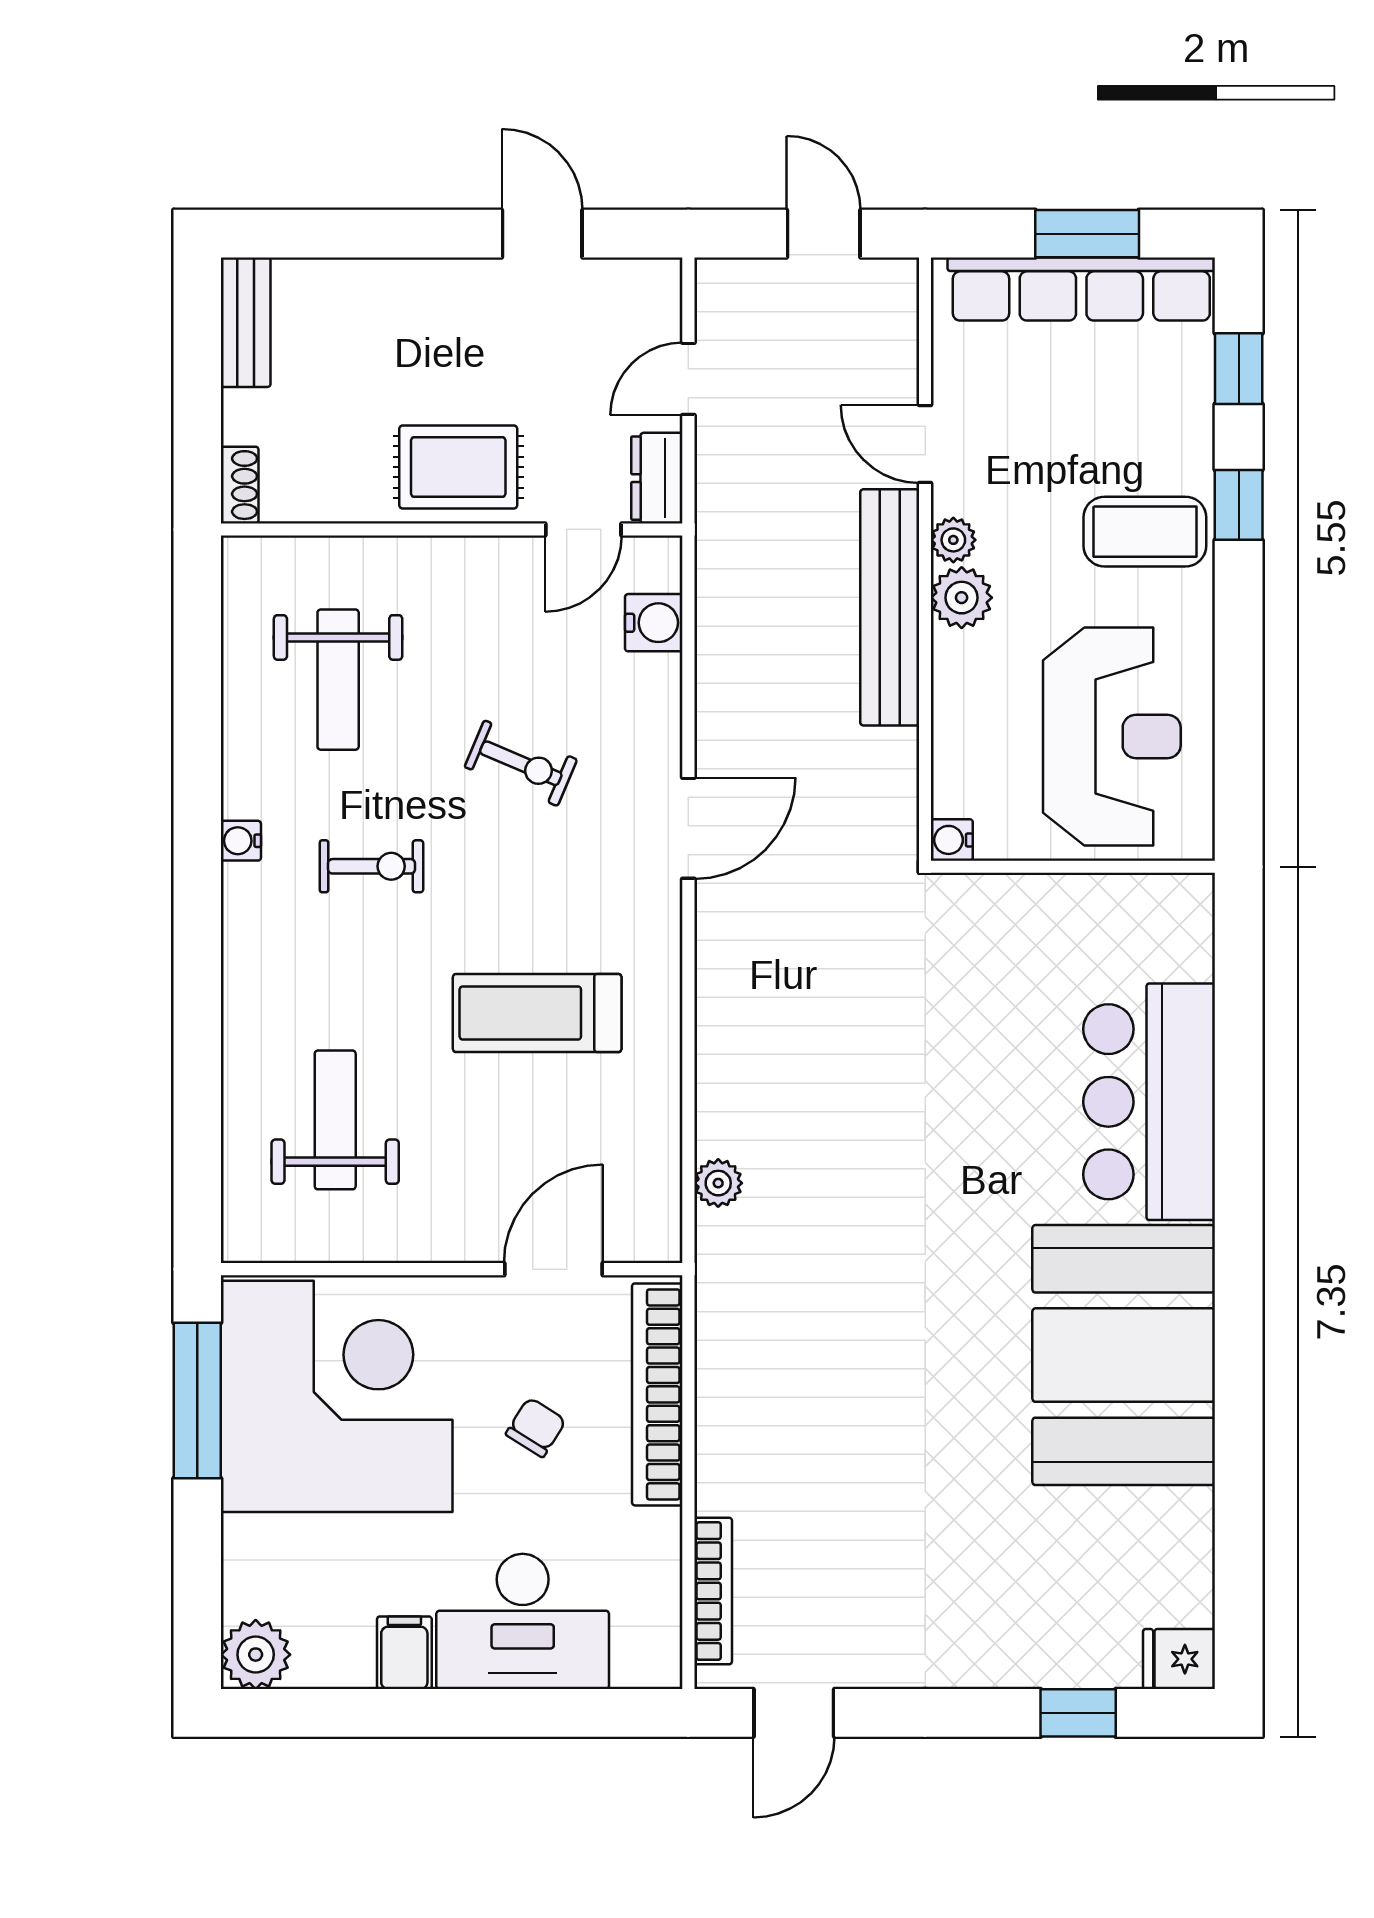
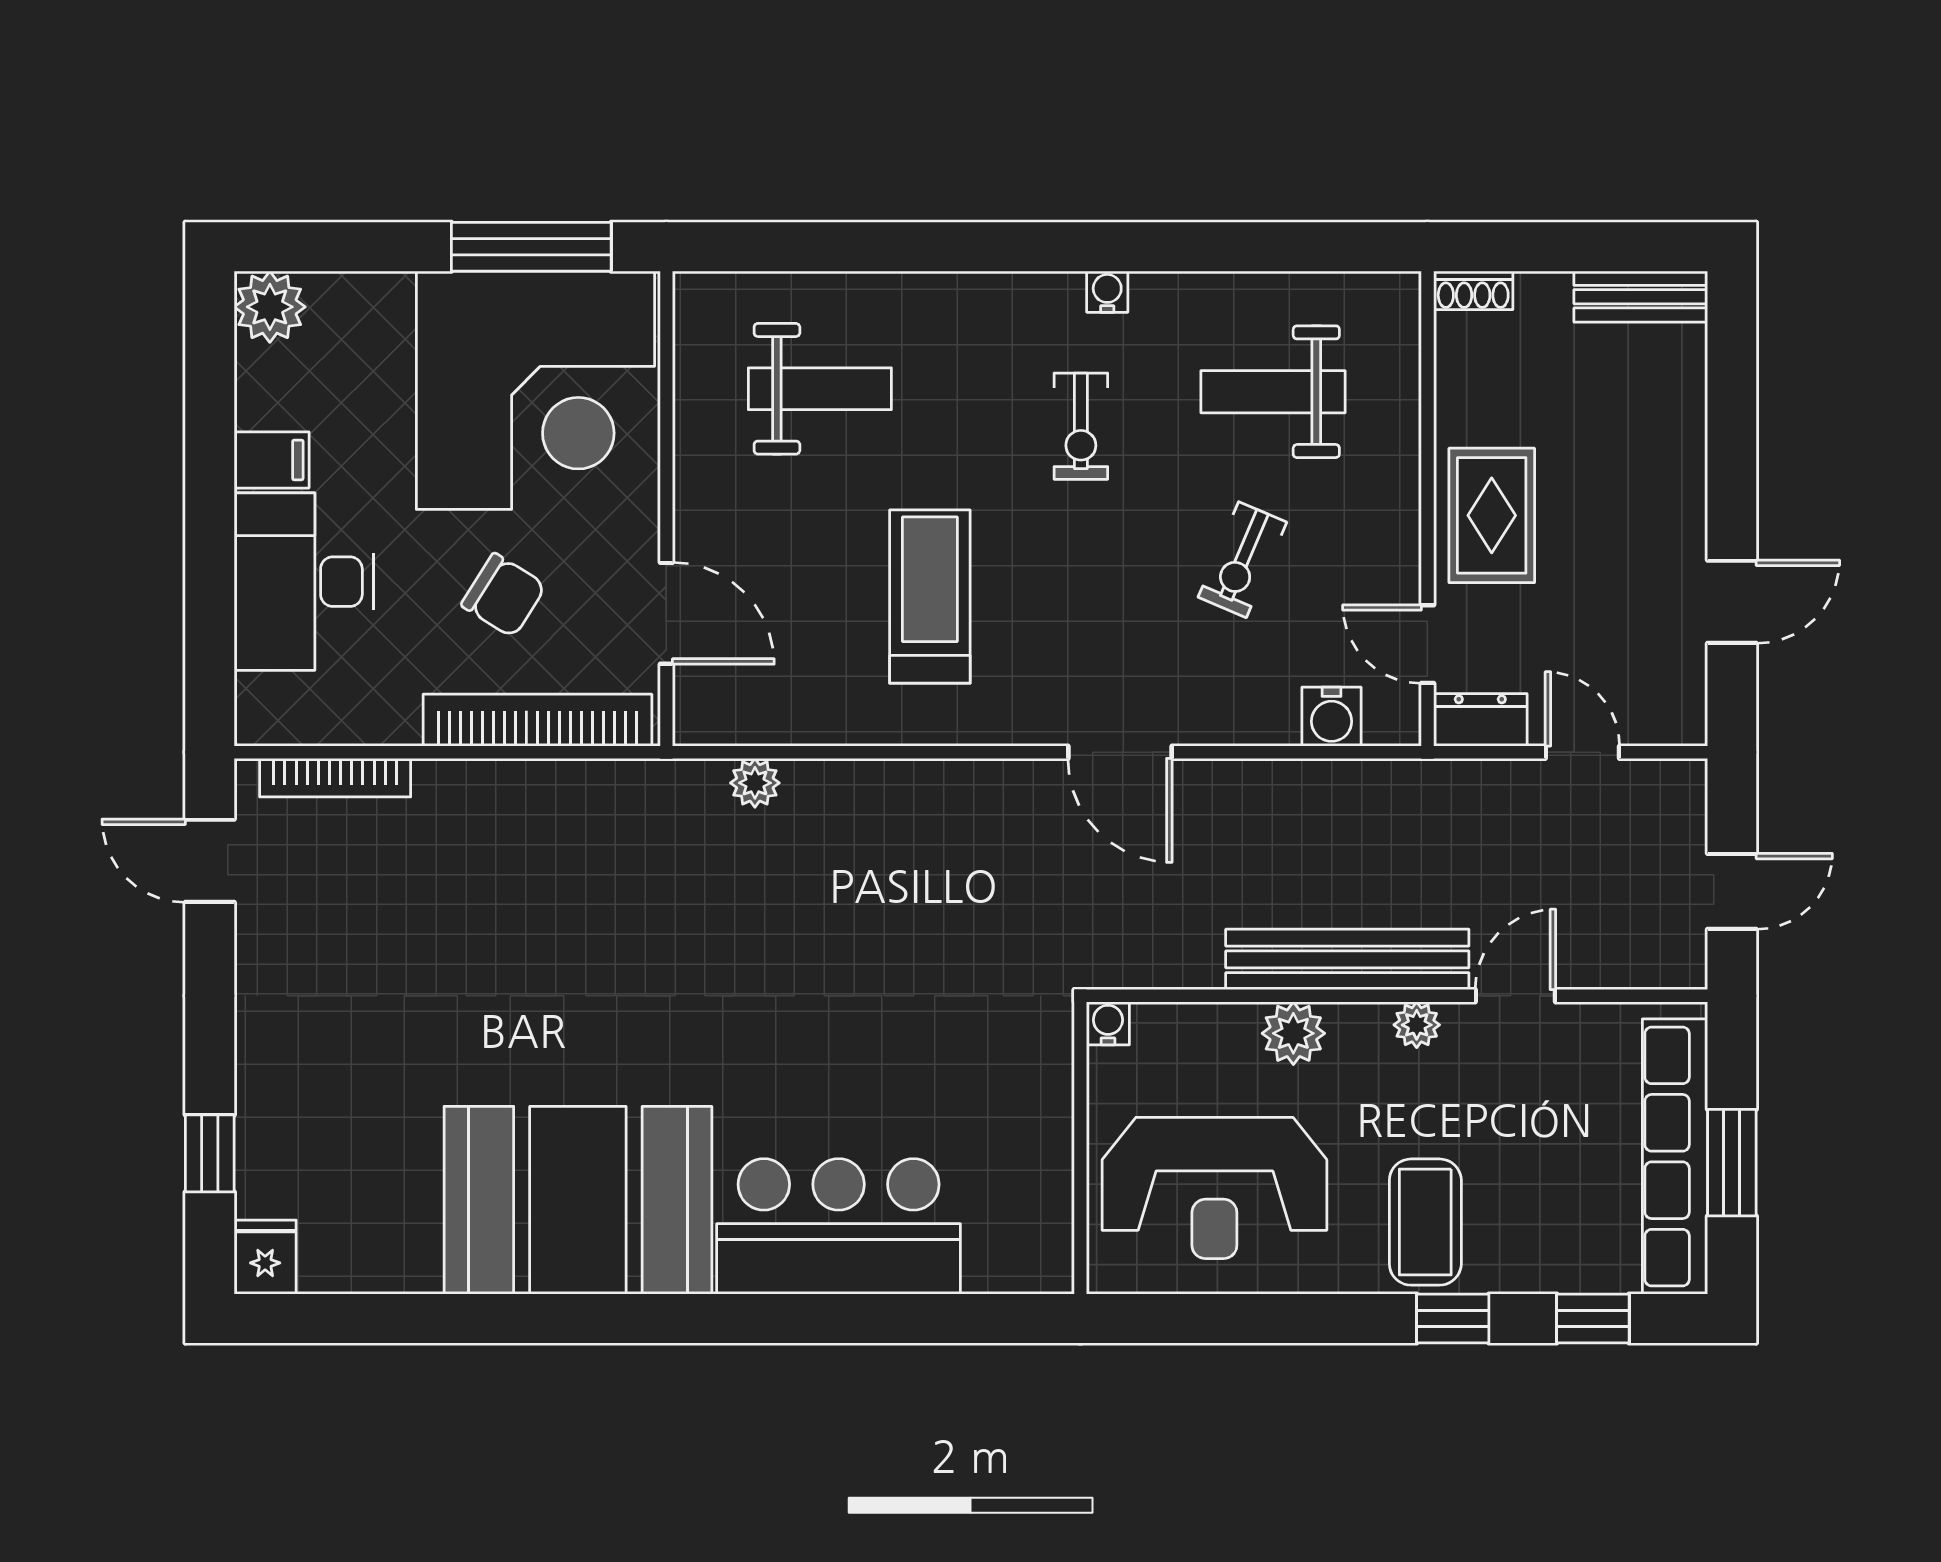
plant: (962, 598) -> (1293, 1033), moved
exercise bike: (521, 763) -> (1242, 560), moved
chair: (536, 1427) -> (504, 595), width x1.37, depth x1.37

